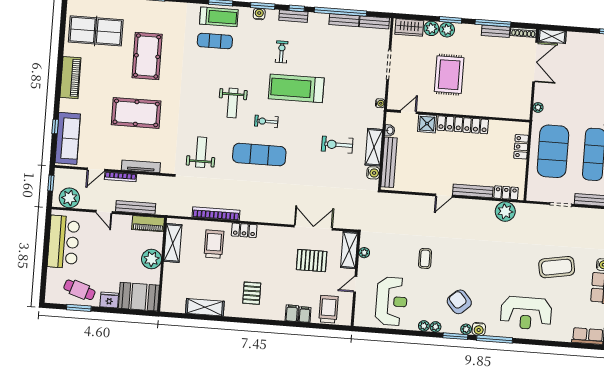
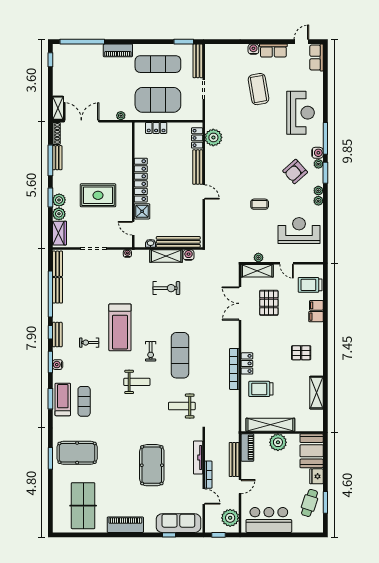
pool table: (147, 56) -> (77, 453), moved
exercise bike: (337, 145) -> (166, 288), turned -90
bookcase: (216, 214) -> (234, 369), moved
shelving: (173, 243) -> (270, 425), width x1.47

